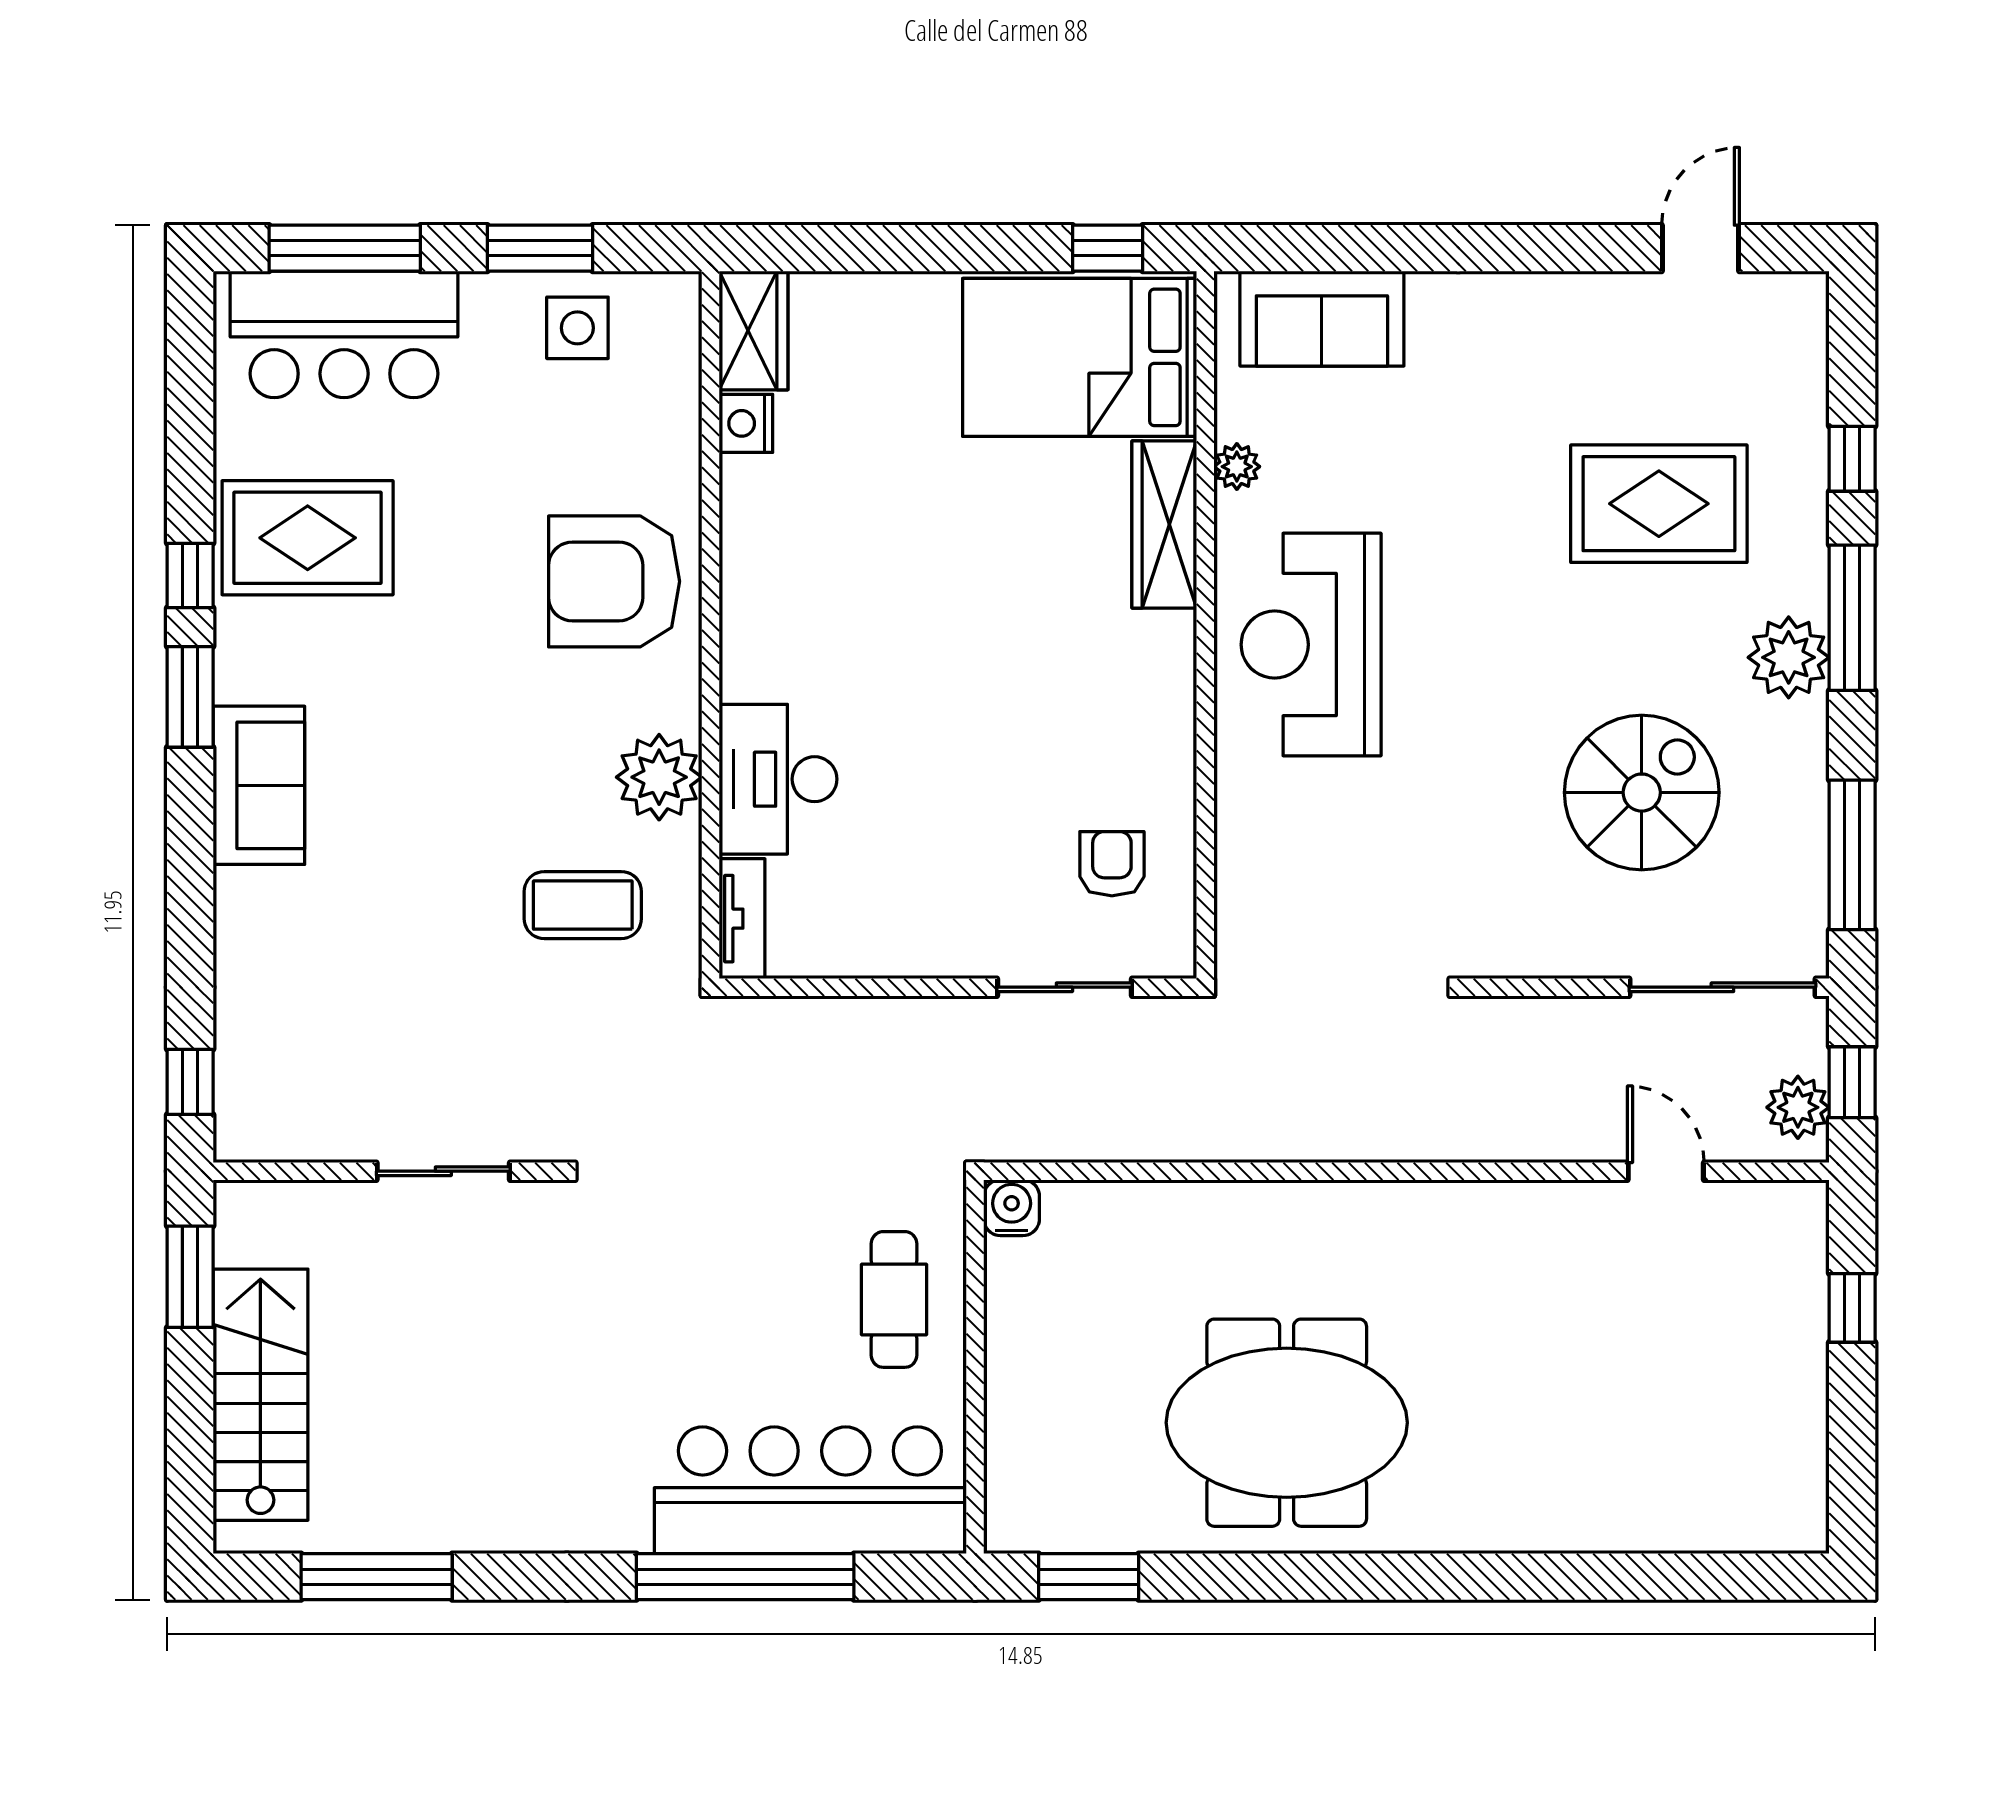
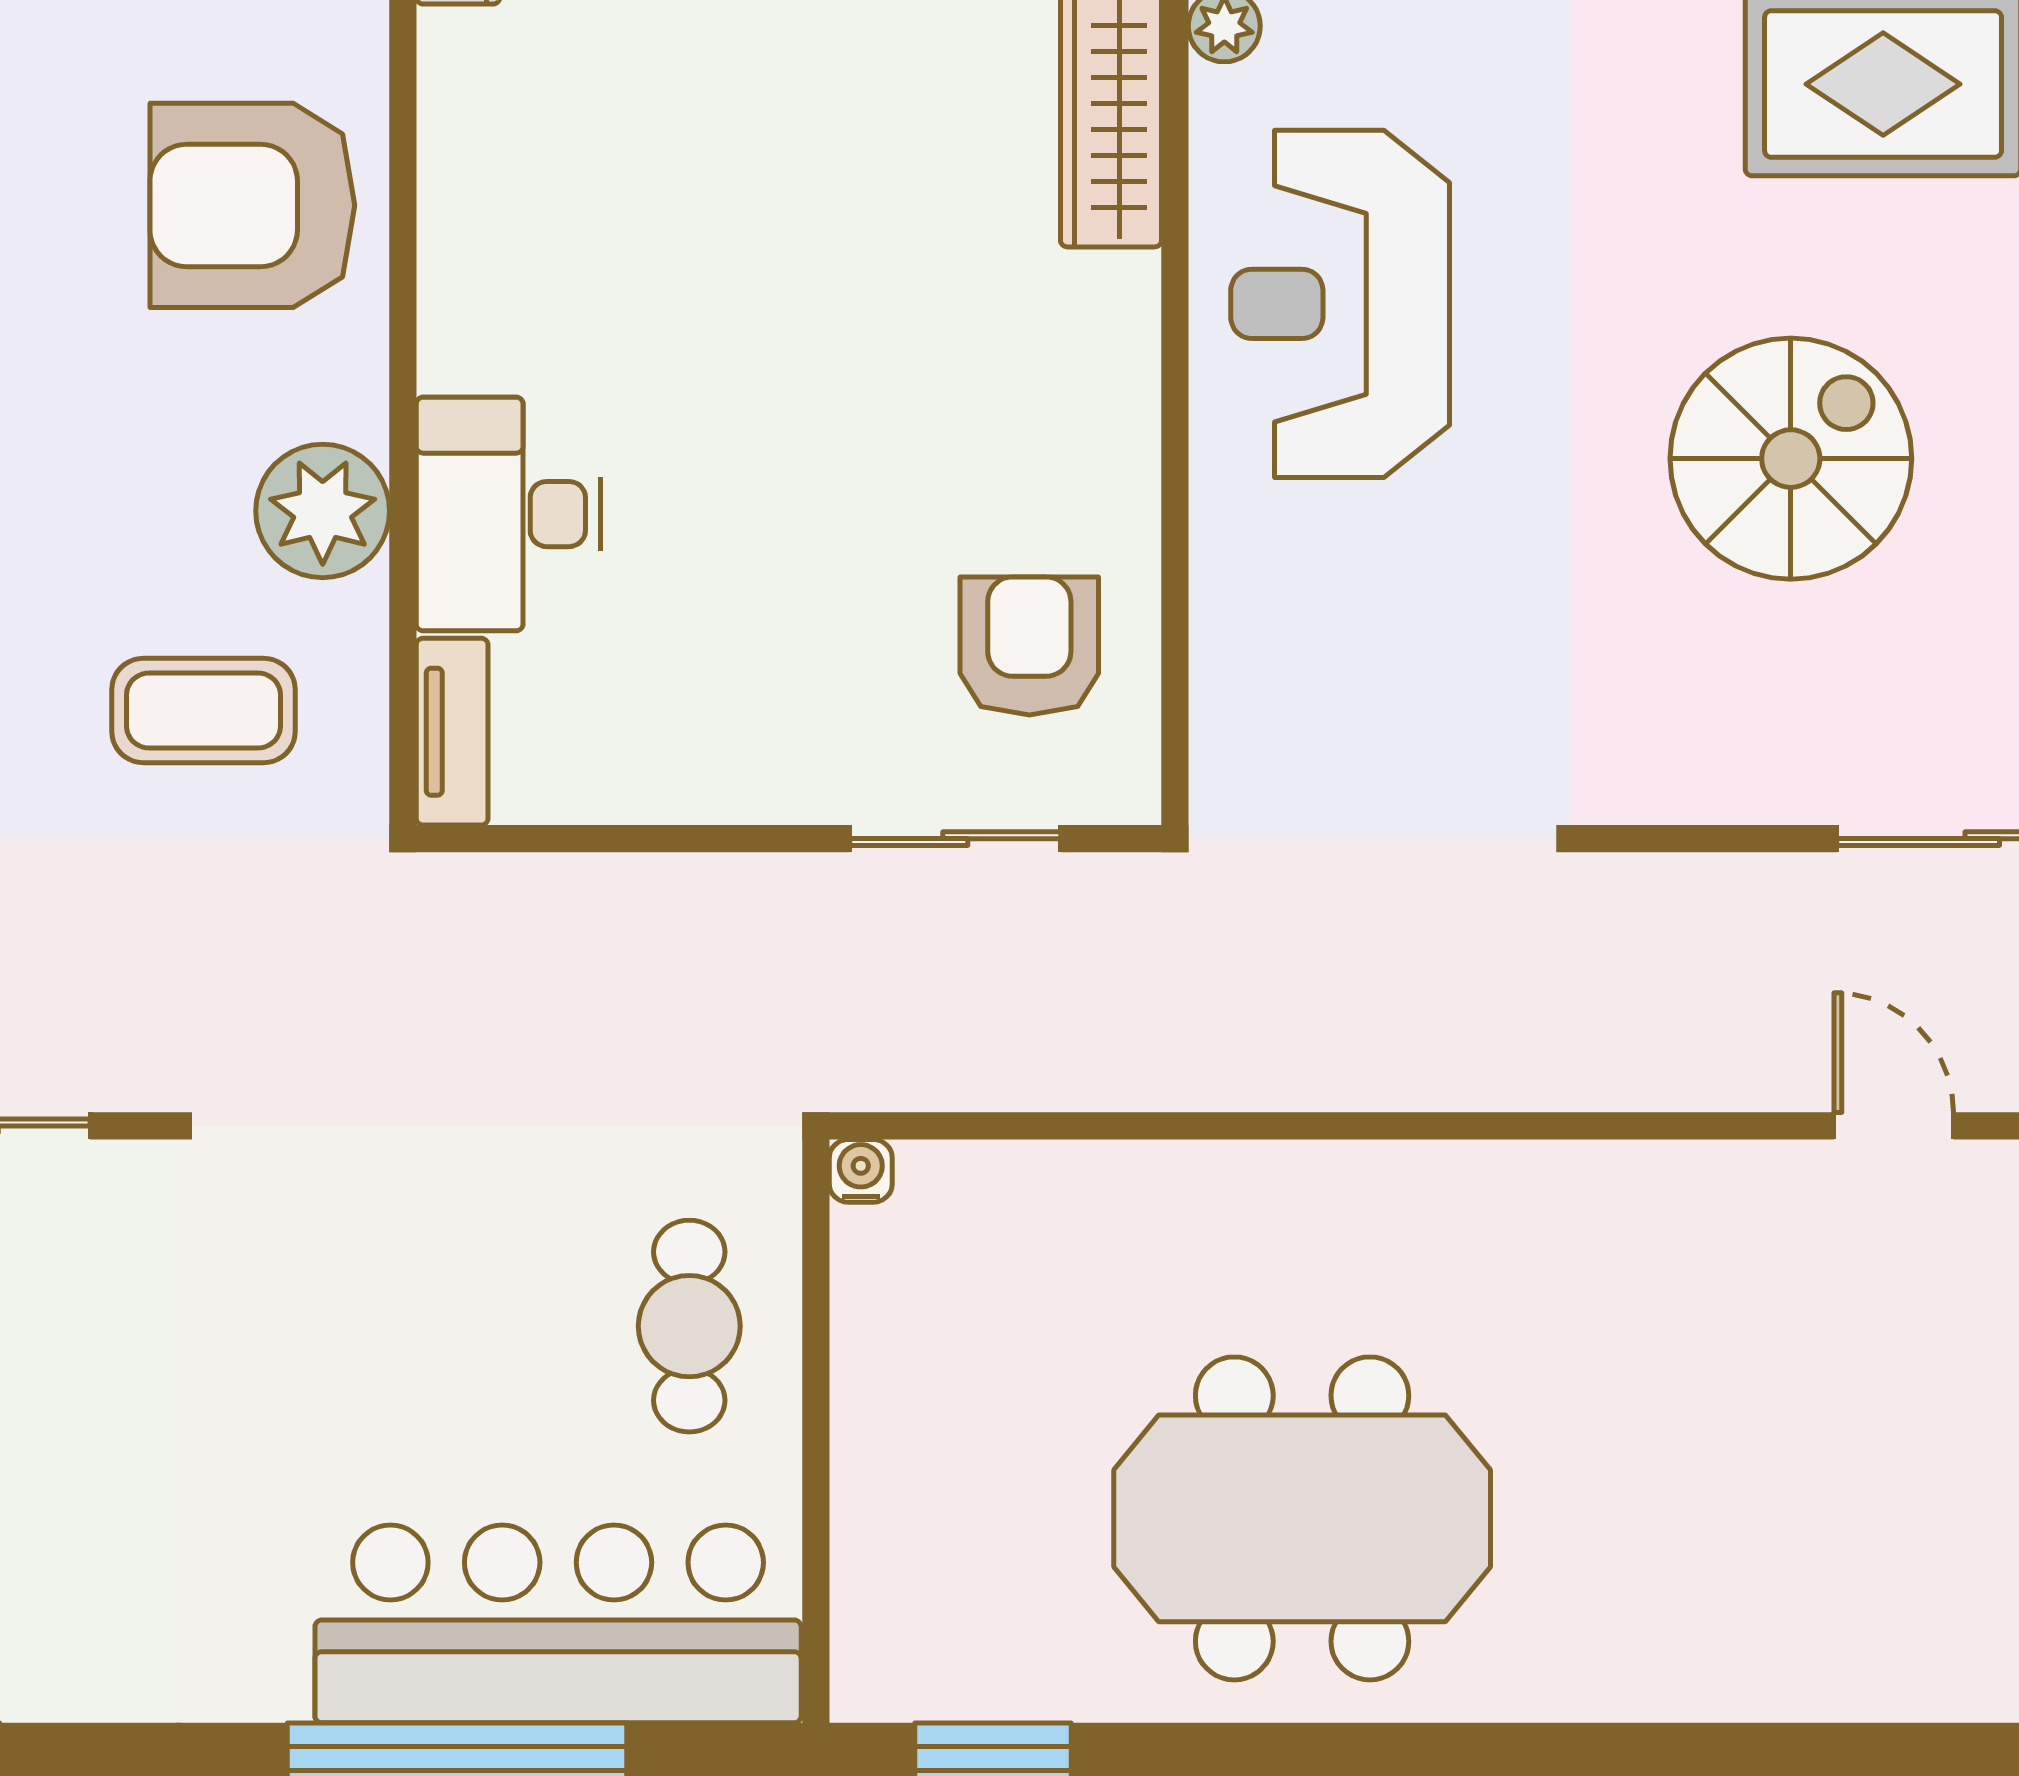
spiral stairs: (1642, 793) -> (1791, 459), moved
armchair: (1112, 864) -> (1029, 646), width x1.38, depth x1.38
water cooler: (1012, 1208) -> (861, 1171), width x0.72, depth x0.72

